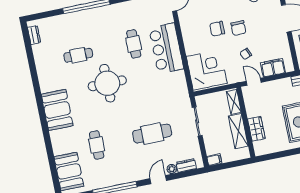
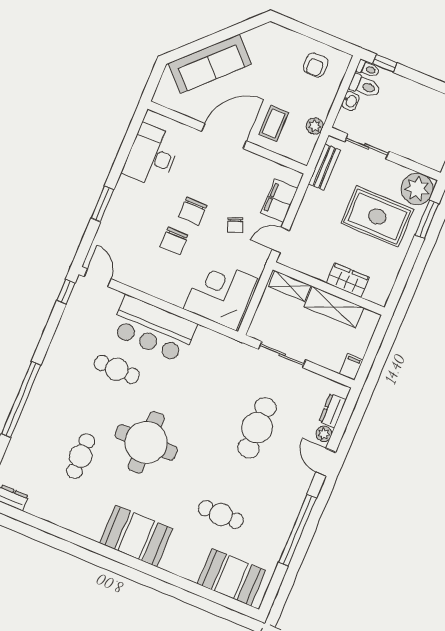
chair: (238, 28) -> (193, 211), turned 90

